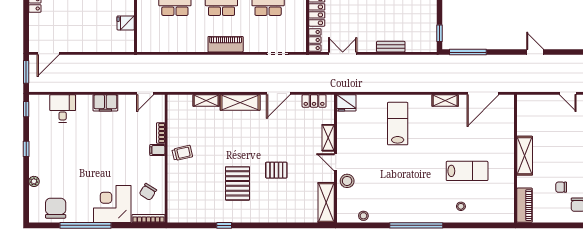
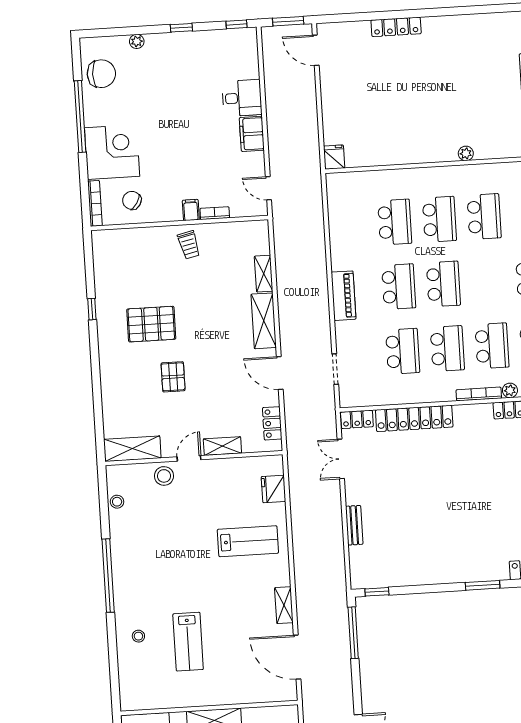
fridge: (126, 23) -> (334, 157), moved
double door: (343, 53) -> (341, 459), swing flipped
fridge: (346, 103) -> (273, 489), moved
desk: (63, 108) -> (242, 98), moved

